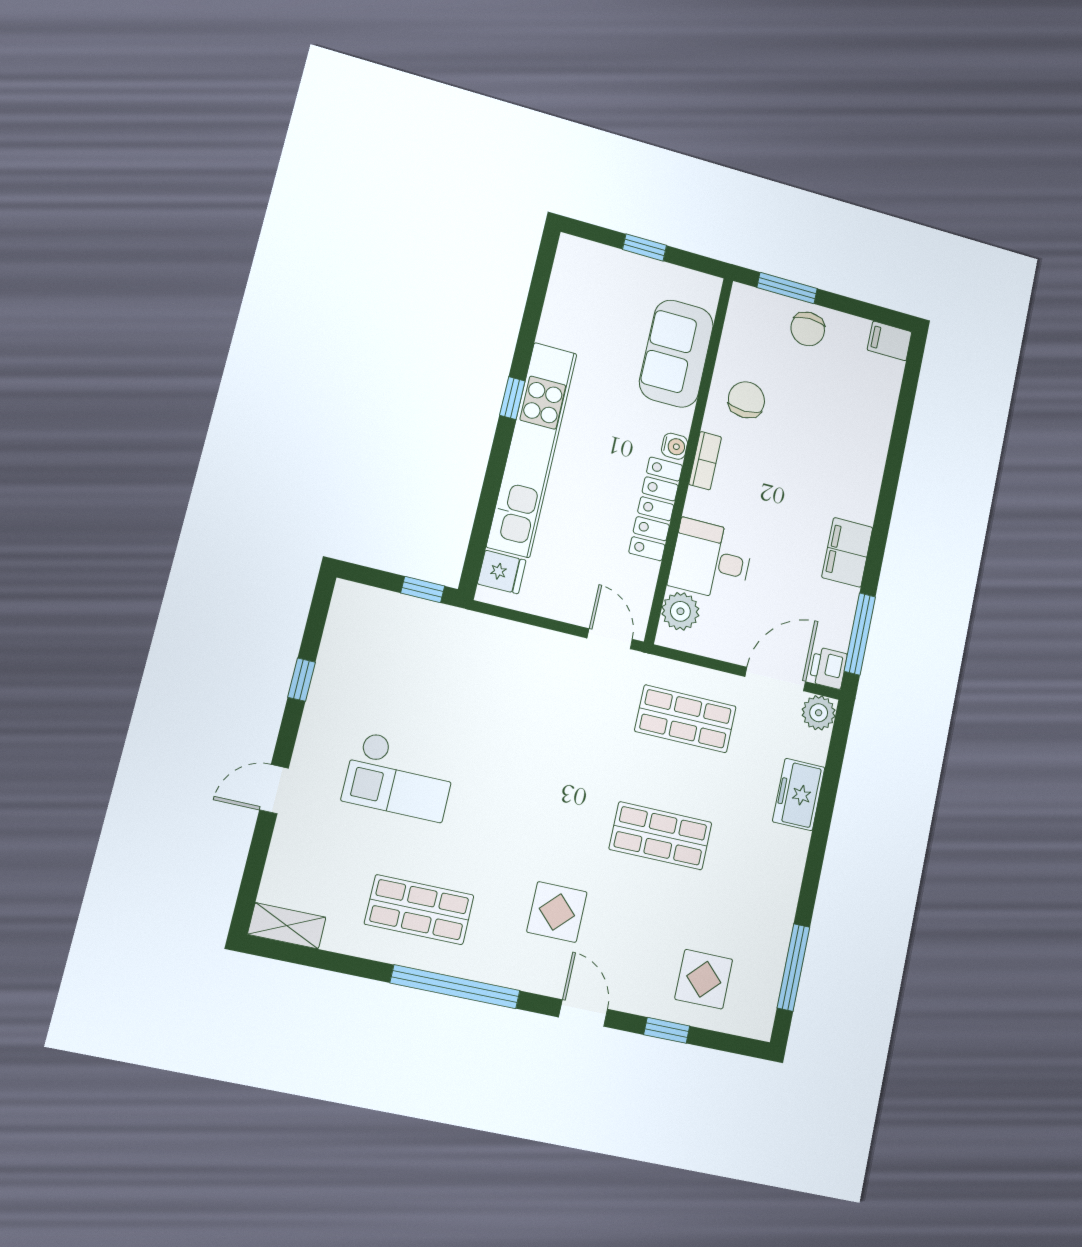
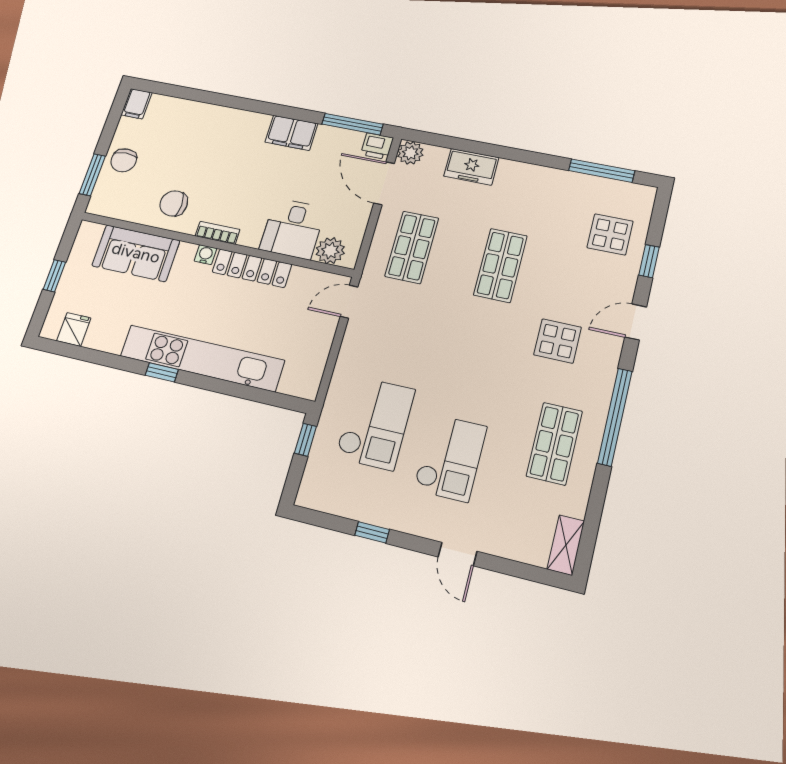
chair: (808, 329) -> (124, 160), turned 90
fridge: (502, 572) -> (74, 329), moved
checkout: (445, 679) -> (375, 423), added

